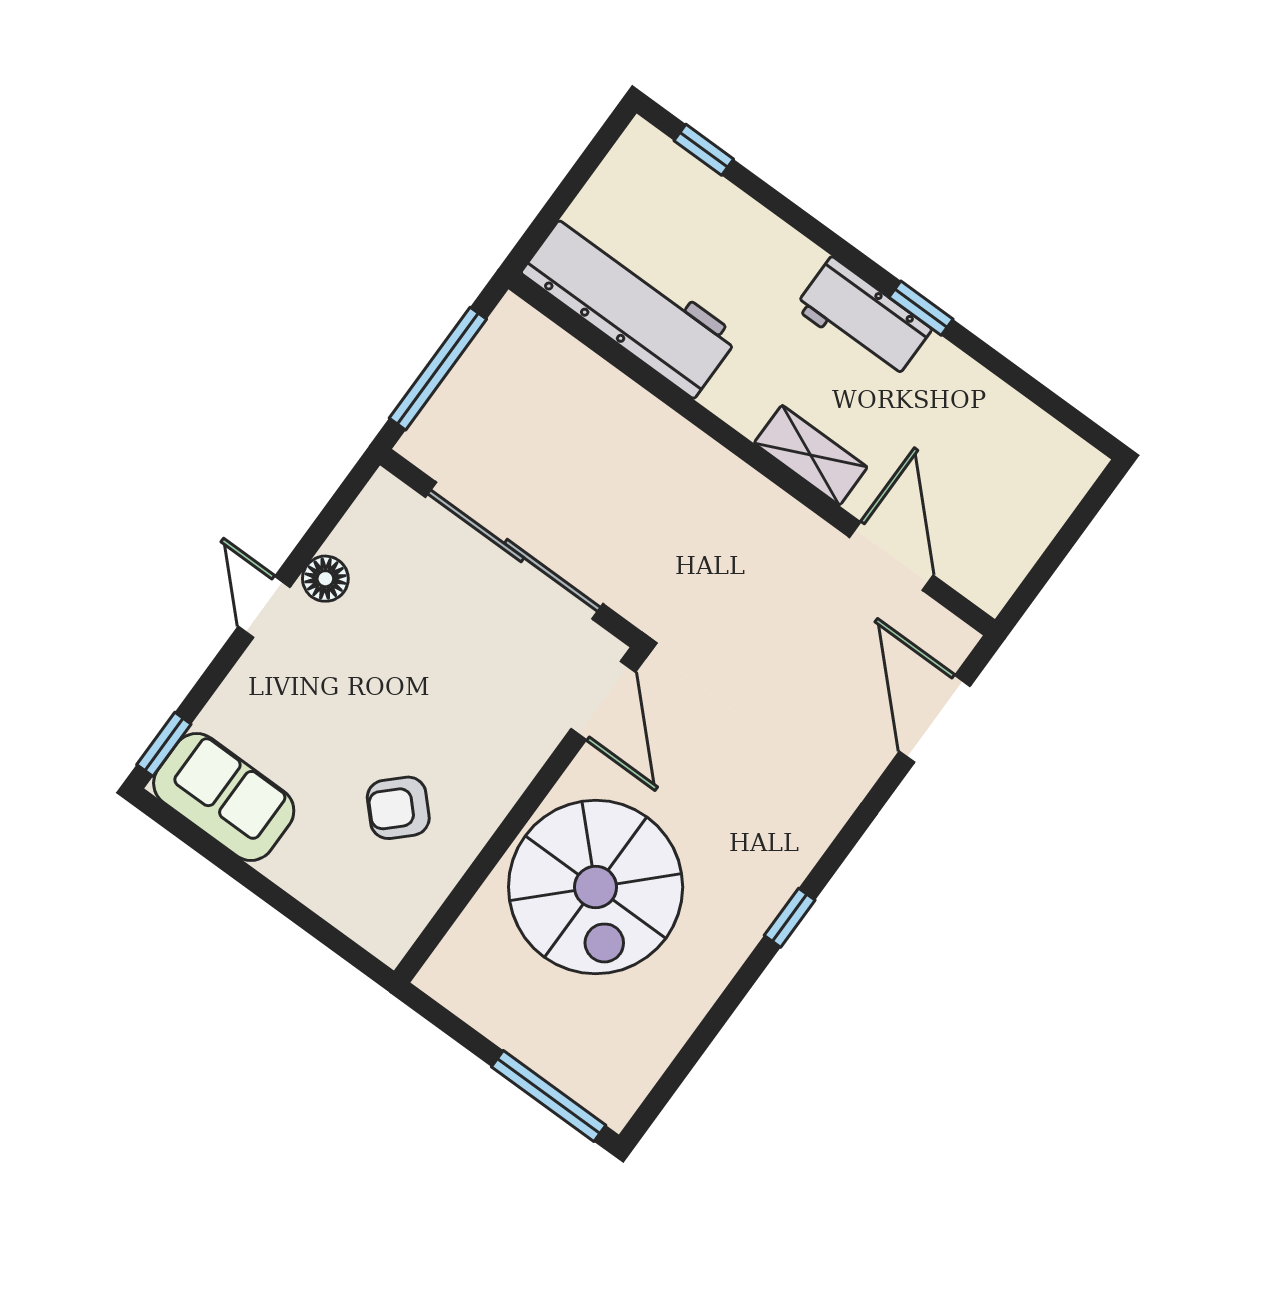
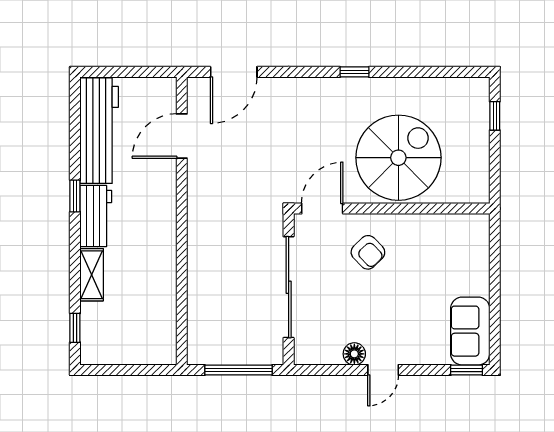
workbench: (630, 305) -> (99, 131), moved, turned 180
shelving: (811, 455) -> (92, 275), moved
armchair: (398, 808) -> (368, 252), moved
window: (549, 1096) -> (495, 116), width x0.46

